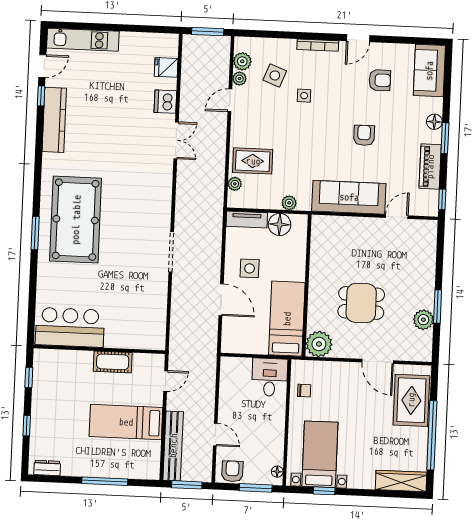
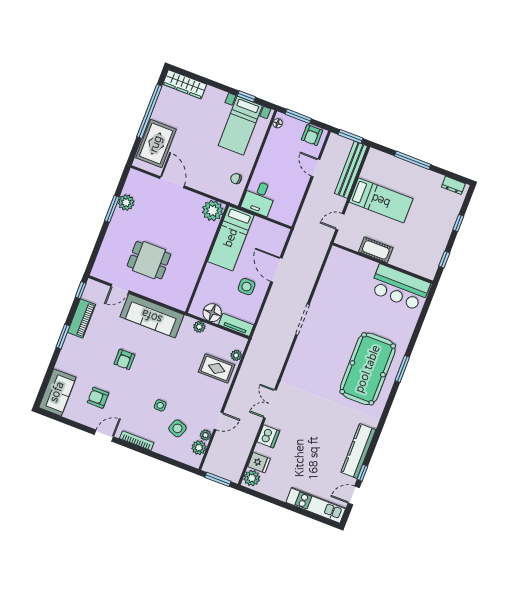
plant: (168, 46) -> (252, 478), added
floor lamp: (434, 122) -> (67, 352), removed
dining table: (361, 303) -> (149, 260), moved

